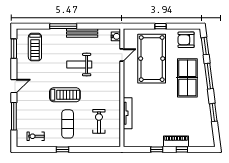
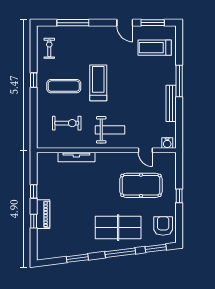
pool table: (152, 59) -> (141, 185), width x0.73, depth x0.76
weight bench: (79, 65) -> (110, 130), moved, turned 90
door: (14, 86) -> (125, 23), moved
treadmill: (65, 95) -> (98, 83), turned 180

